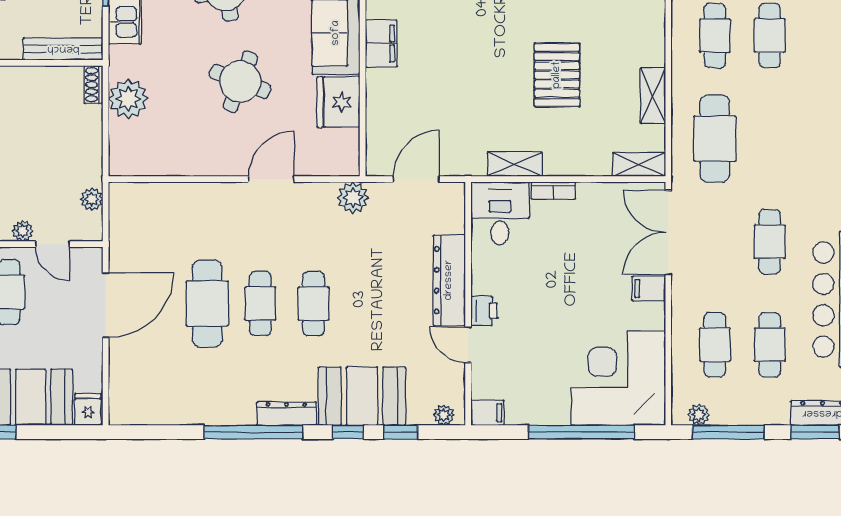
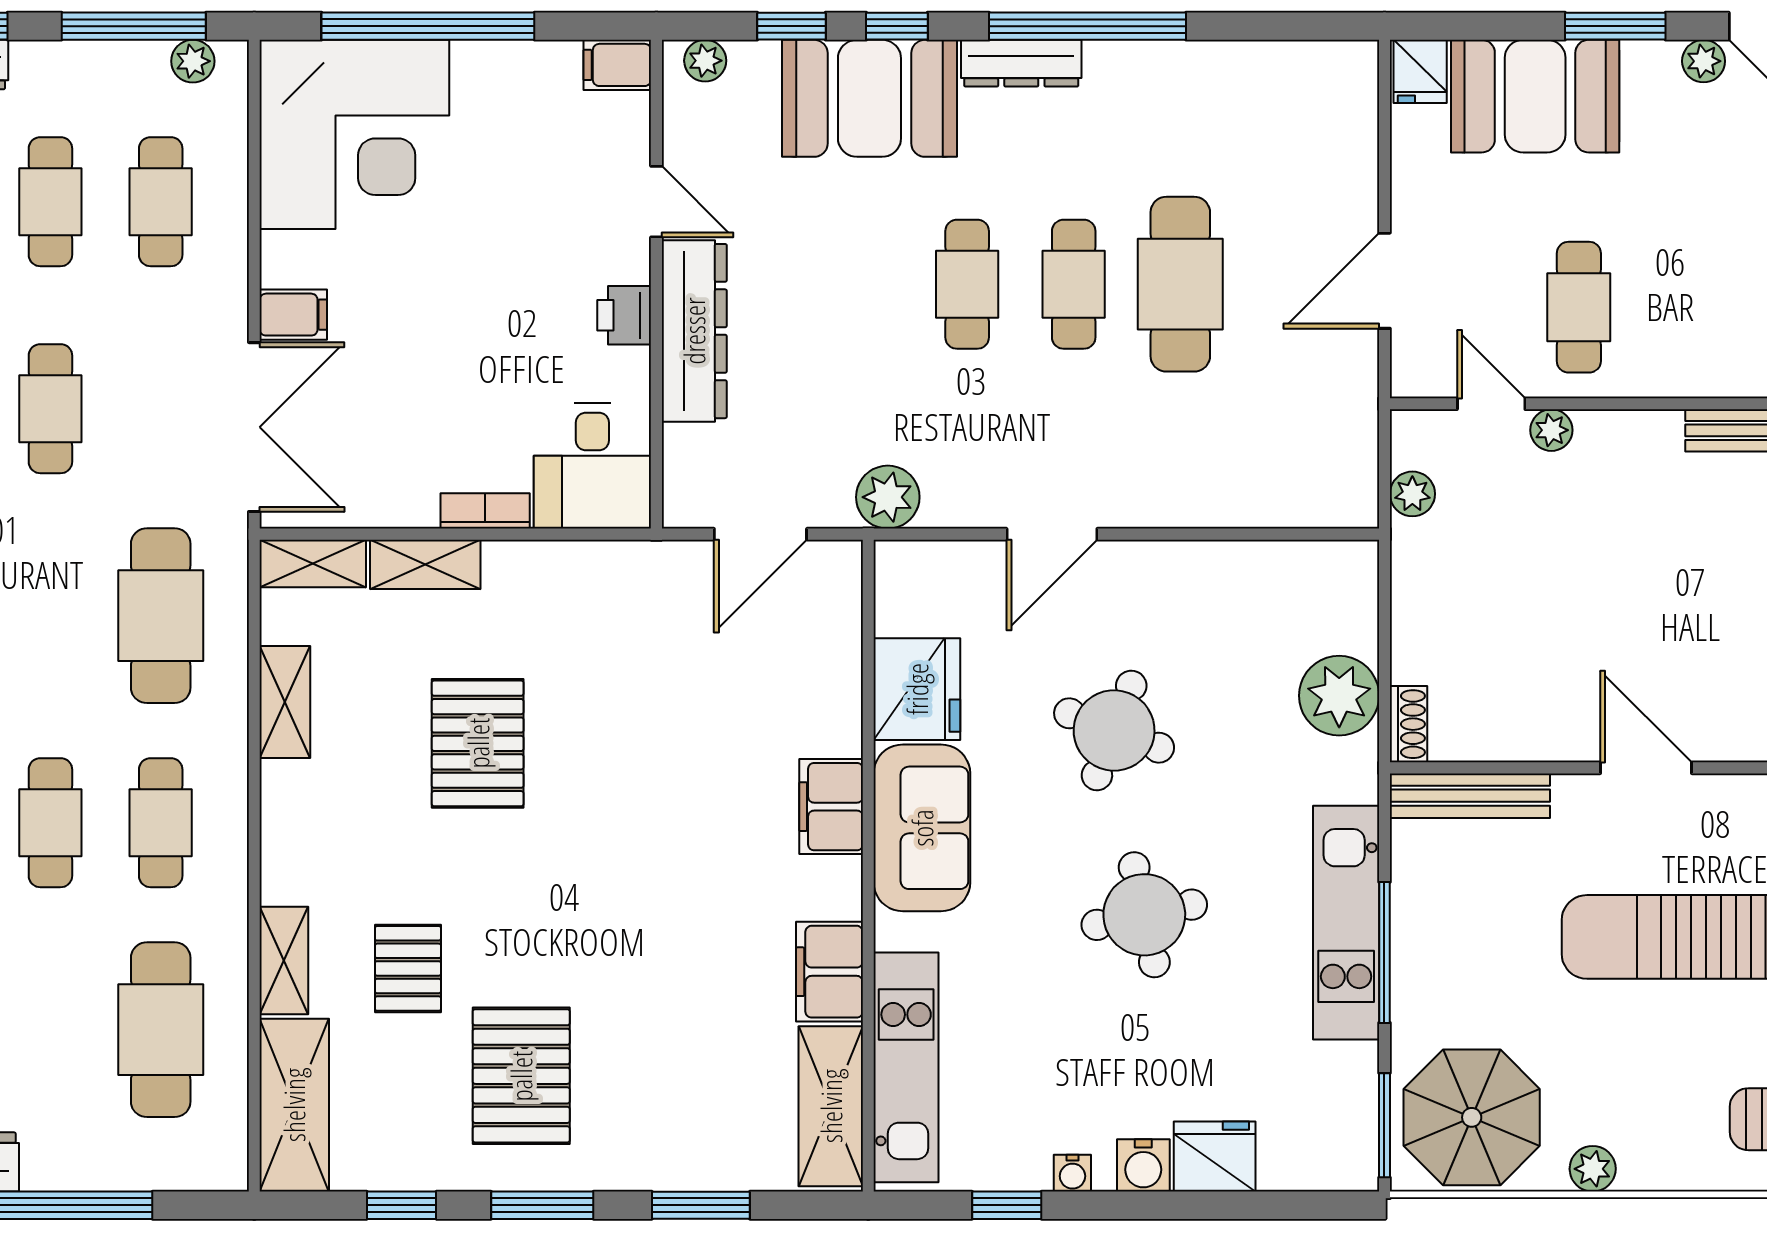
shelving: (515, 164) -> (425, 564), moved
door: (106, 305) -> (1384, 281), width x0.73
printer: (484, 311) -> (624, 315), moved

